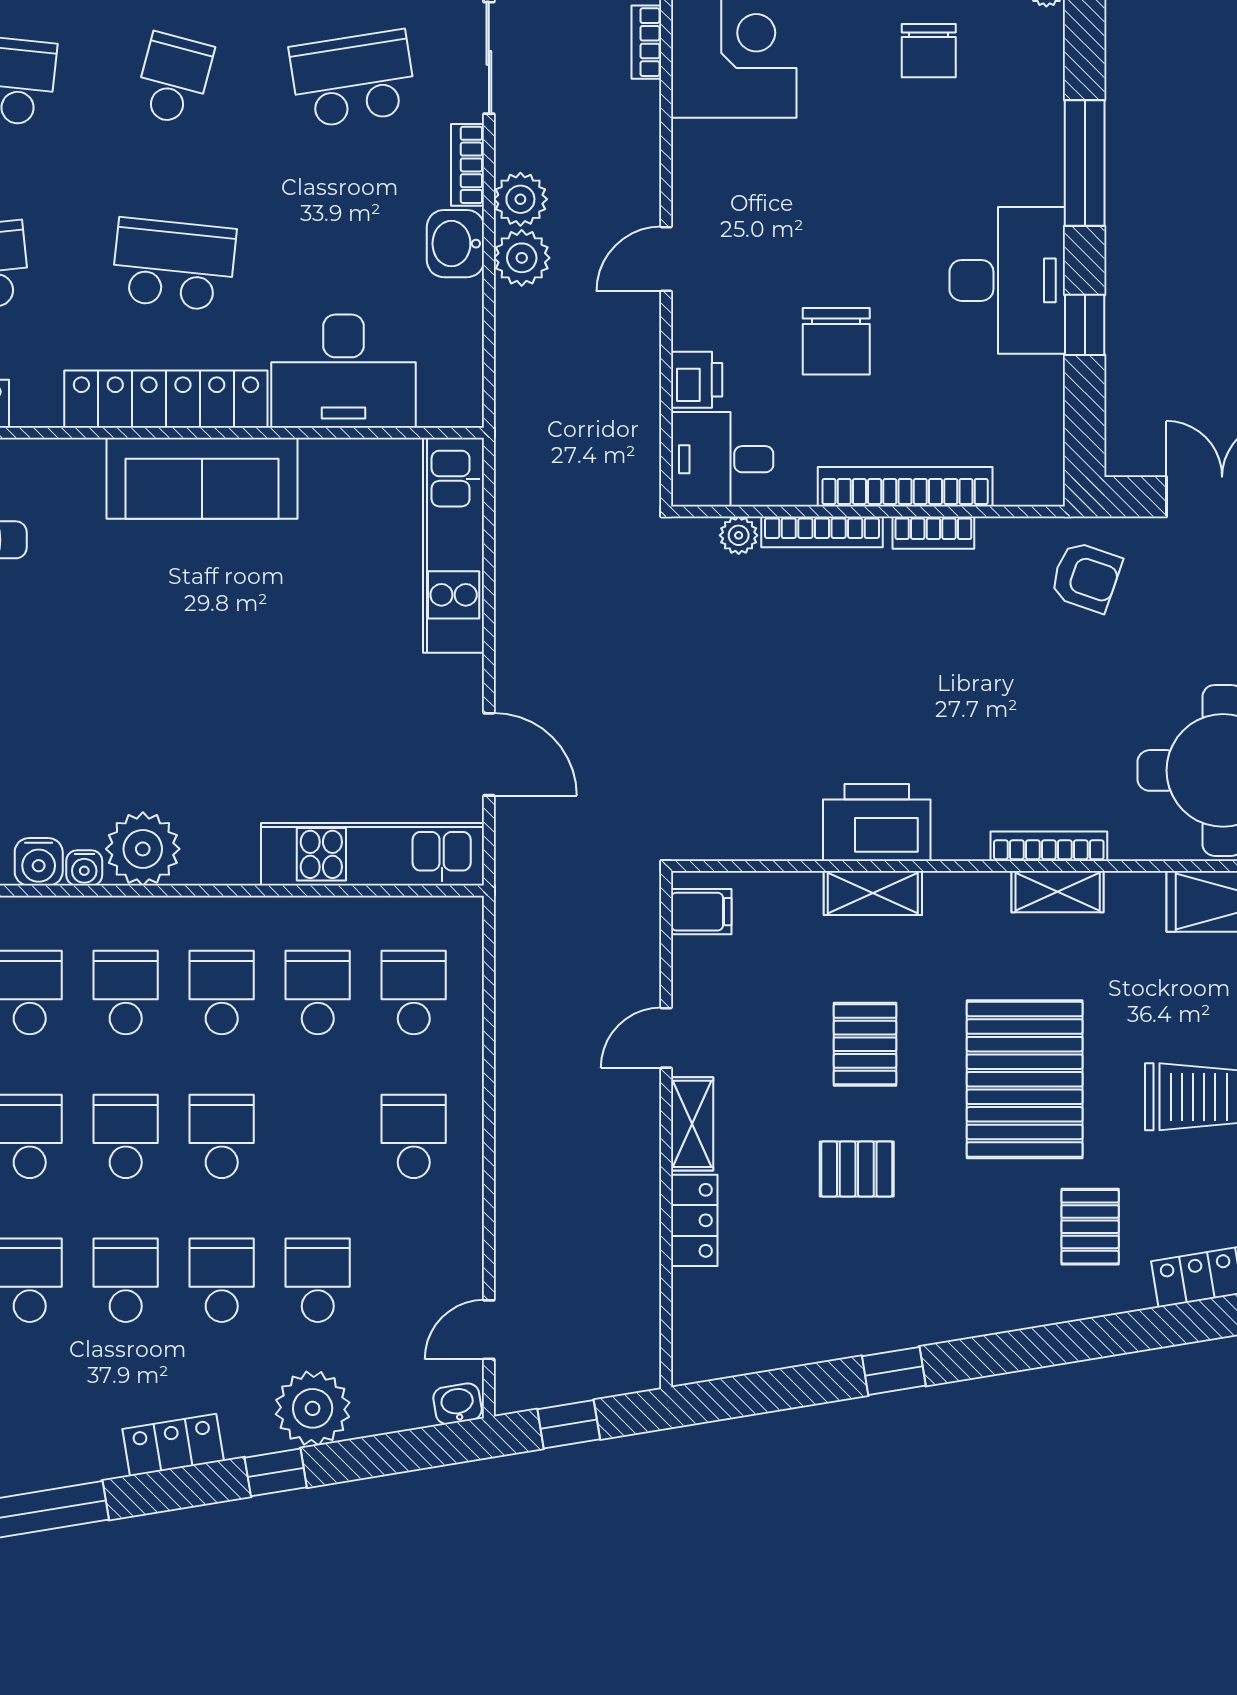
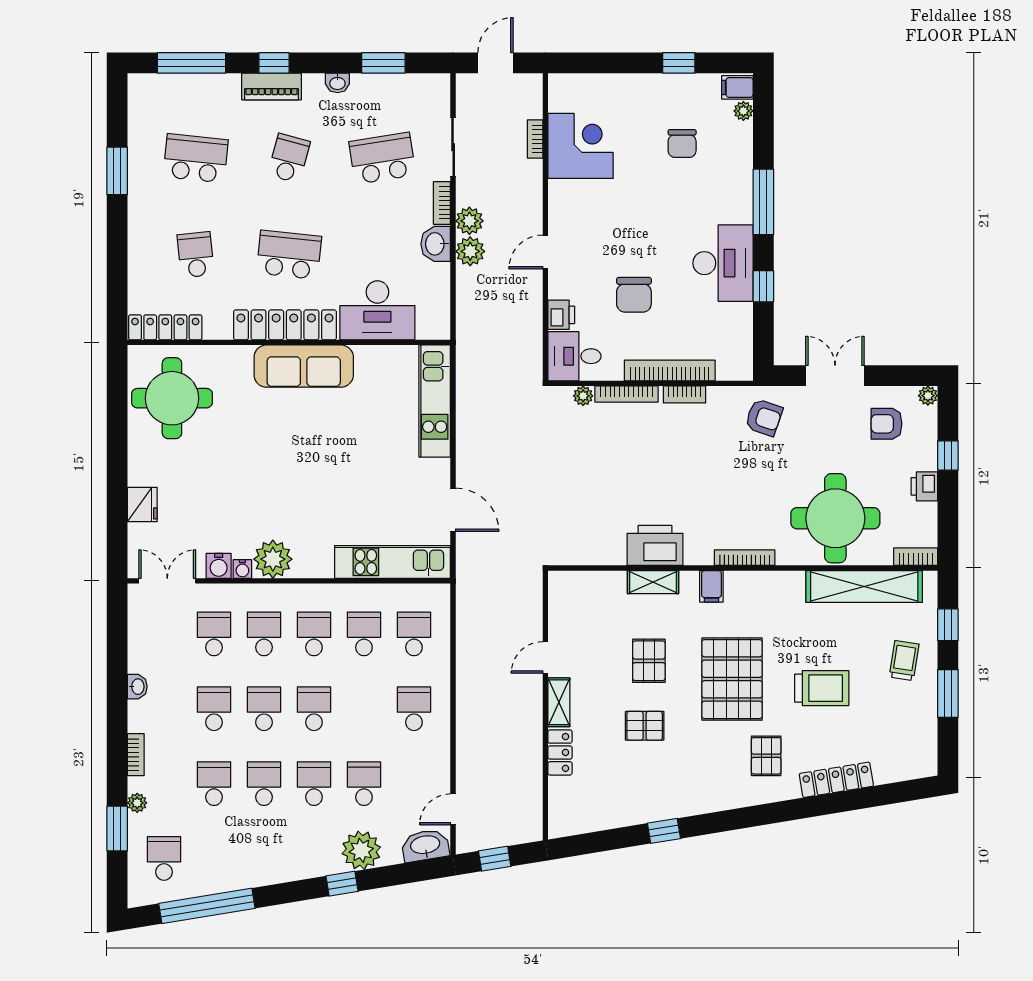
shelving: (1058, 892) -> (749, 581), removed
filing cabinet: (701, 912) -> (711, 586), moved, turned 90
washbasin: (457, 1404) -> (425, 845), width x1.91, depth x1.45
locker: (173, 1445) -> (289, 869), removed

